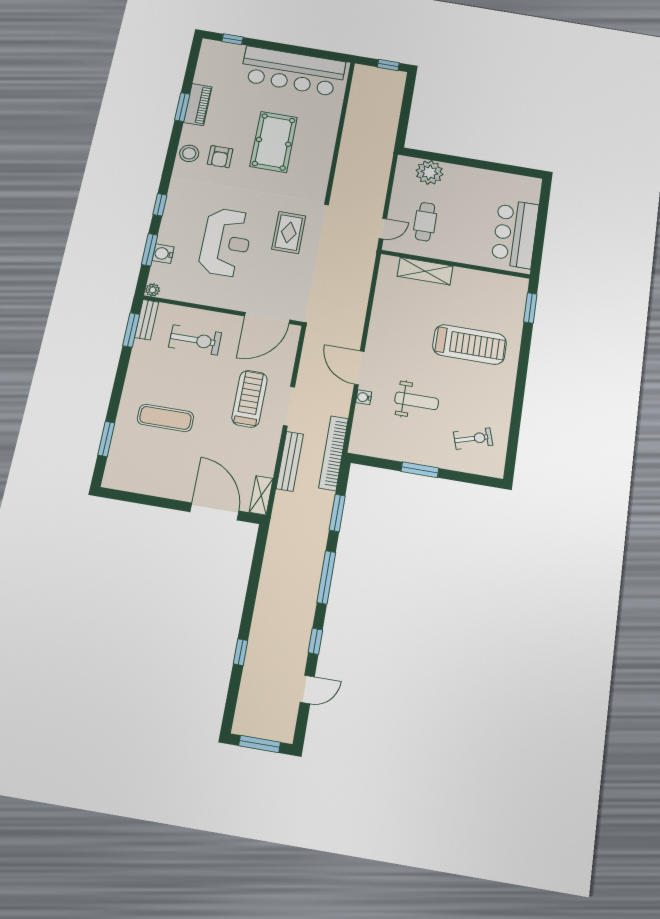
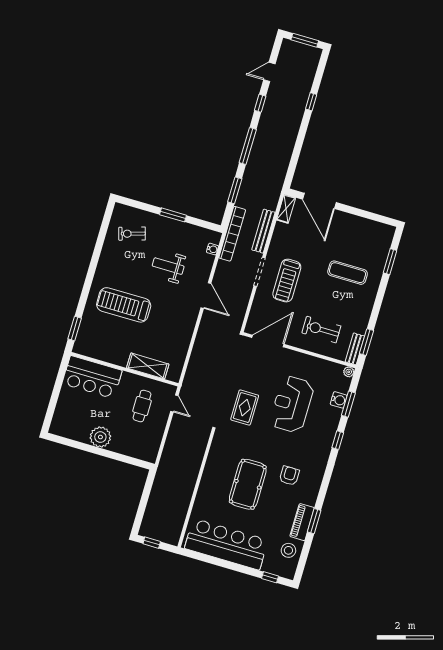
stool: (189, 153) -> (288, 550), moved
plant: (429, 172) -> (100, 437), moved
door: (383, 229) -> (174, 404), swing flipped
bar counter: (515, 234) -> (92, 377), moved, turned 90
water cooler: (364, 397) -> (212, 249), moved

